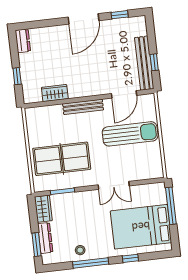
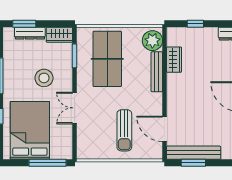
window: (154, 62) -> (193, 163), width x1.50
bench: (83, 107) -> (157, 72), moved
plant: (39, 116) -> (152, 41), added
sun lounger: (130, 134) -> (124, 130), width x0.73, depth x0.75
stool: (80, 250) -> (44, 78), moved, width x1.89, depth x1.89

